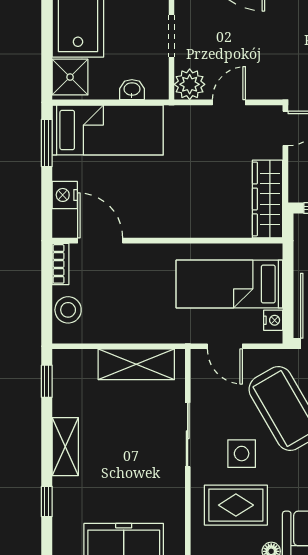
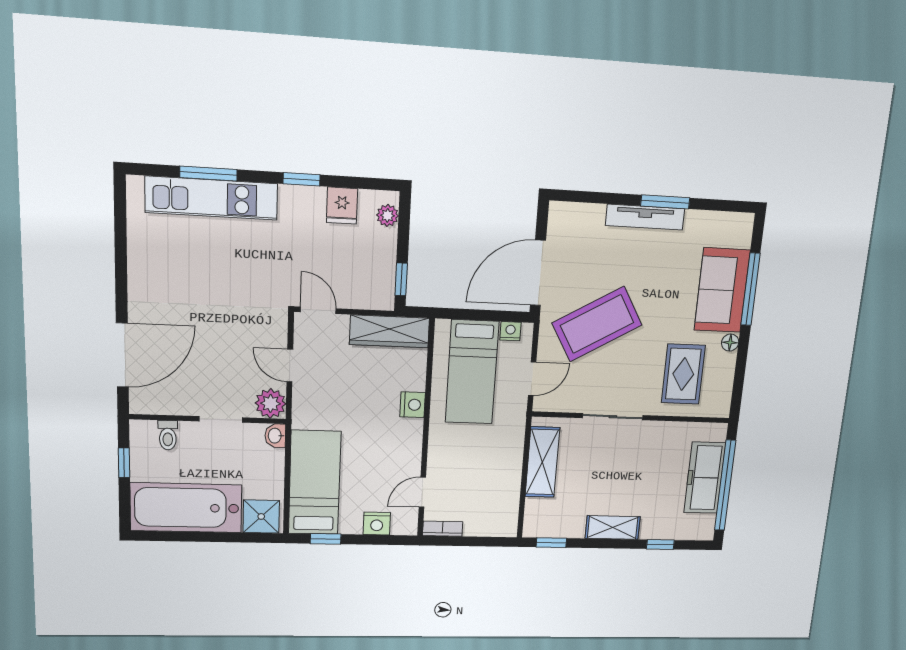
washbasin: (132, 90) -> (275, 436), moved
window: (47, 143) -> (326, 539), width x0.67
nightstand: (193, 226) -> (413, 405), added
door: (100, 241) -> (422, 492), width x0.73
stool: (68, 310) -> (486, 523), removed
side table: (242, 454) -> (636, 367), removed

